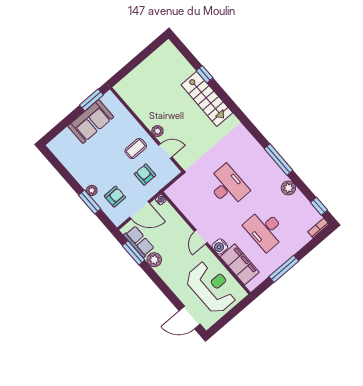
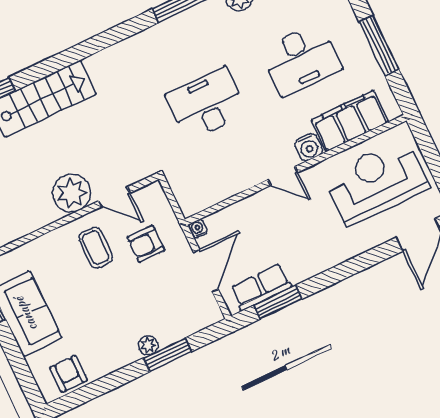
plant: (157, 131) -> (72, 193), width x1.88, depth x1.88
door: (165, 151) -> (114, 197), swing flipped
armchair: (115, 197) -> (69, 374), moved
plant: (154, 260) -> (300, 269), removed

